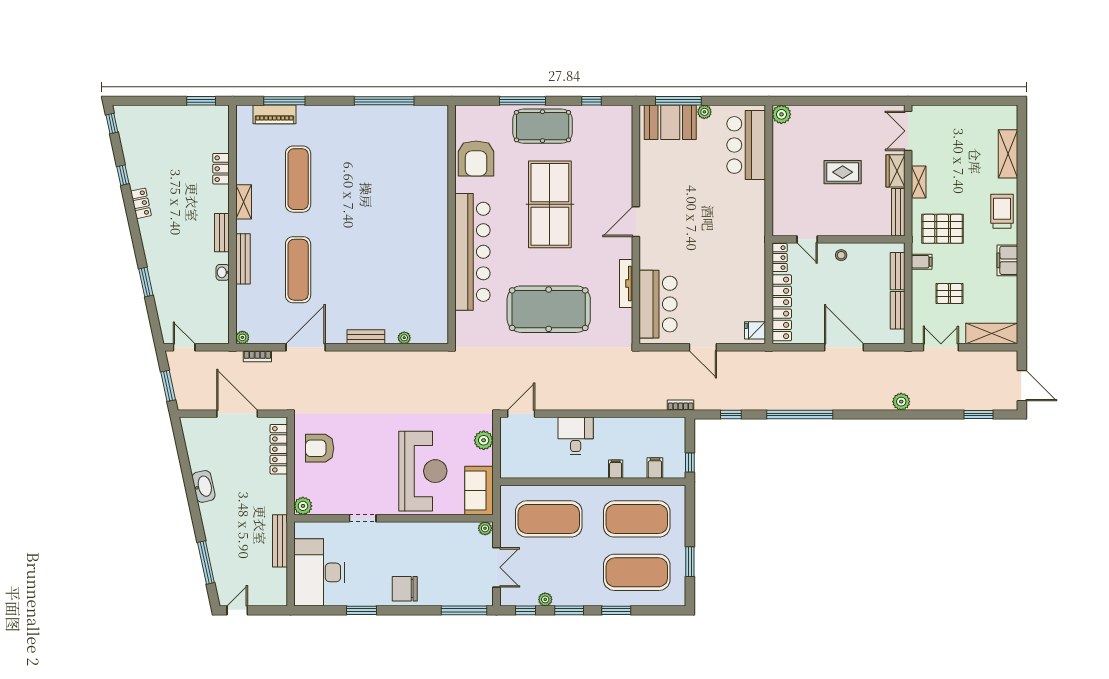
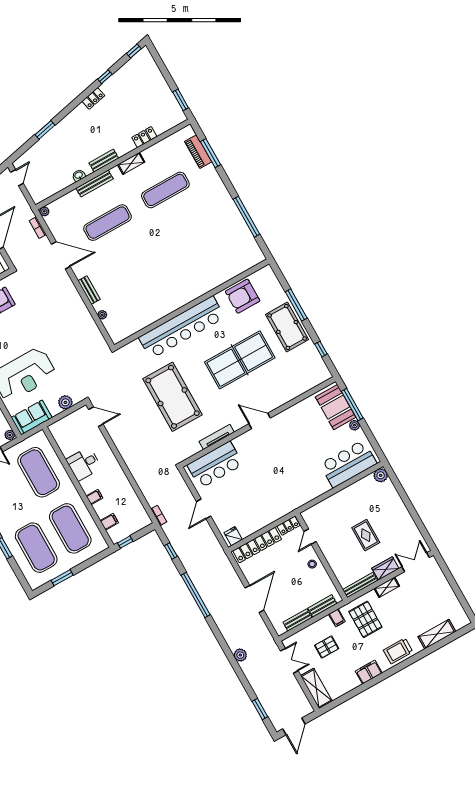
trolley: (1002, 211) -> (398, 651), turned 180
pallet: (949, 294) -> (327, 647), turned 90
desk: (576, 436) -> (84, 464), moved, turned 180

